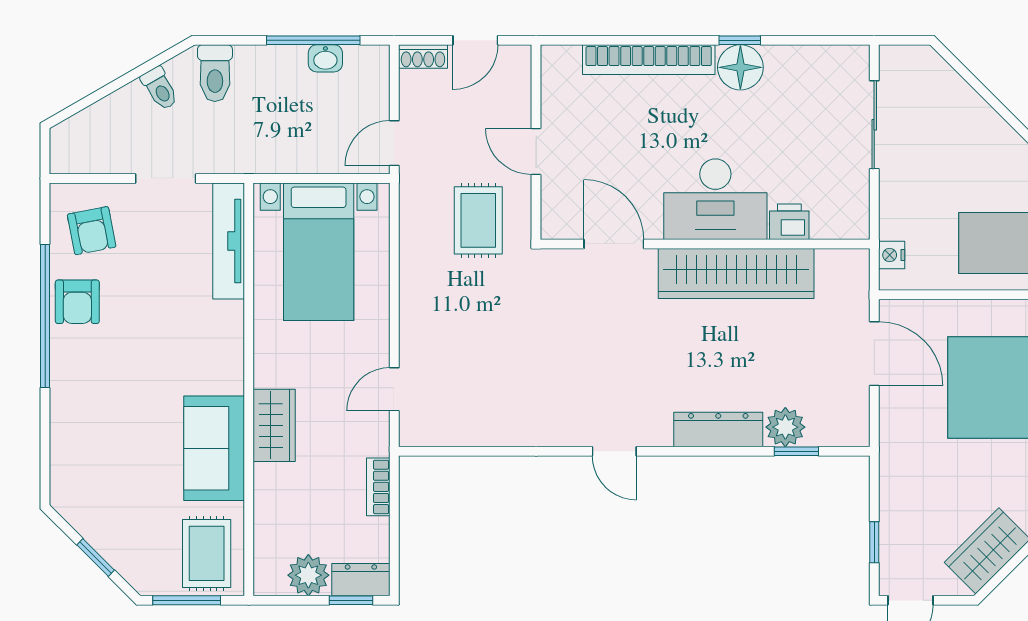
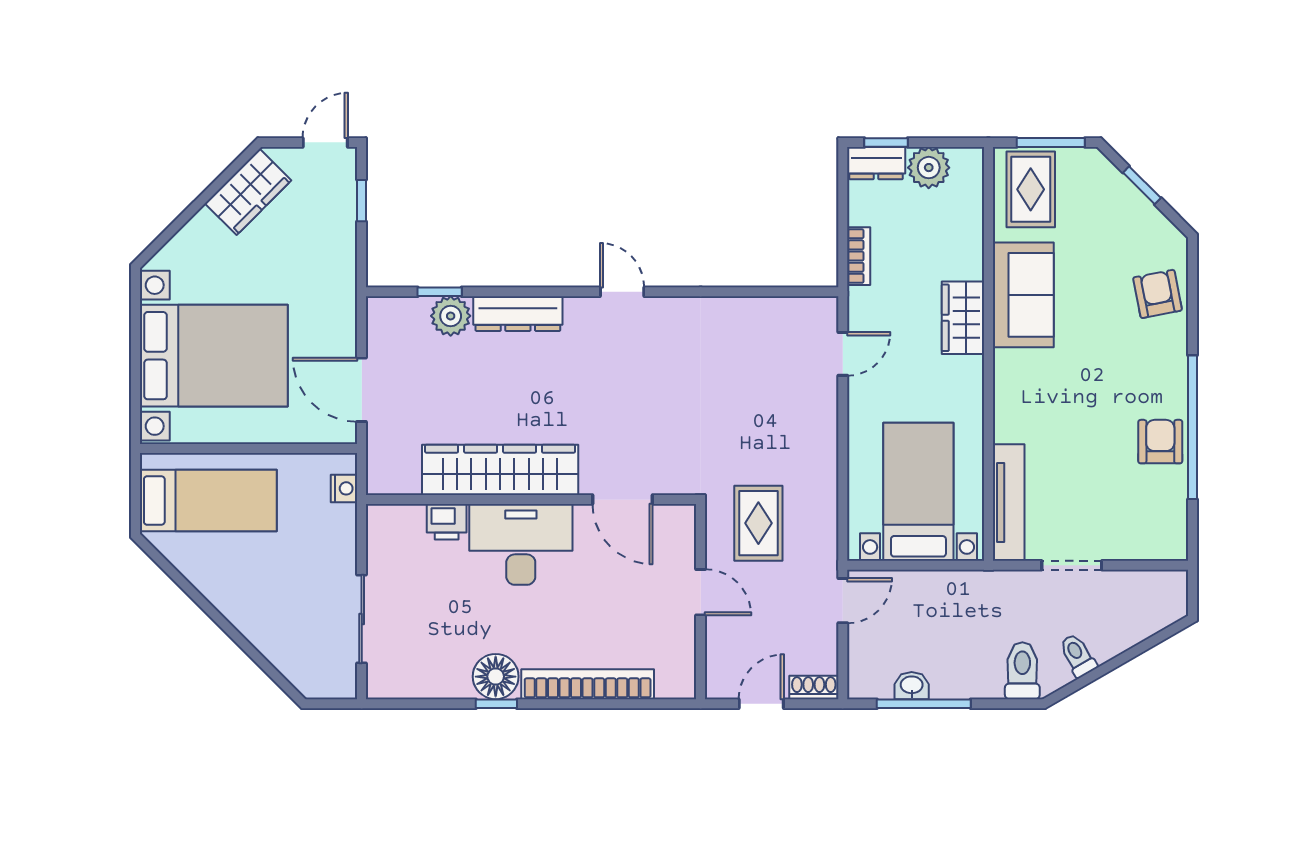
armchair: (92, 231) -> (1158, 294), moved

